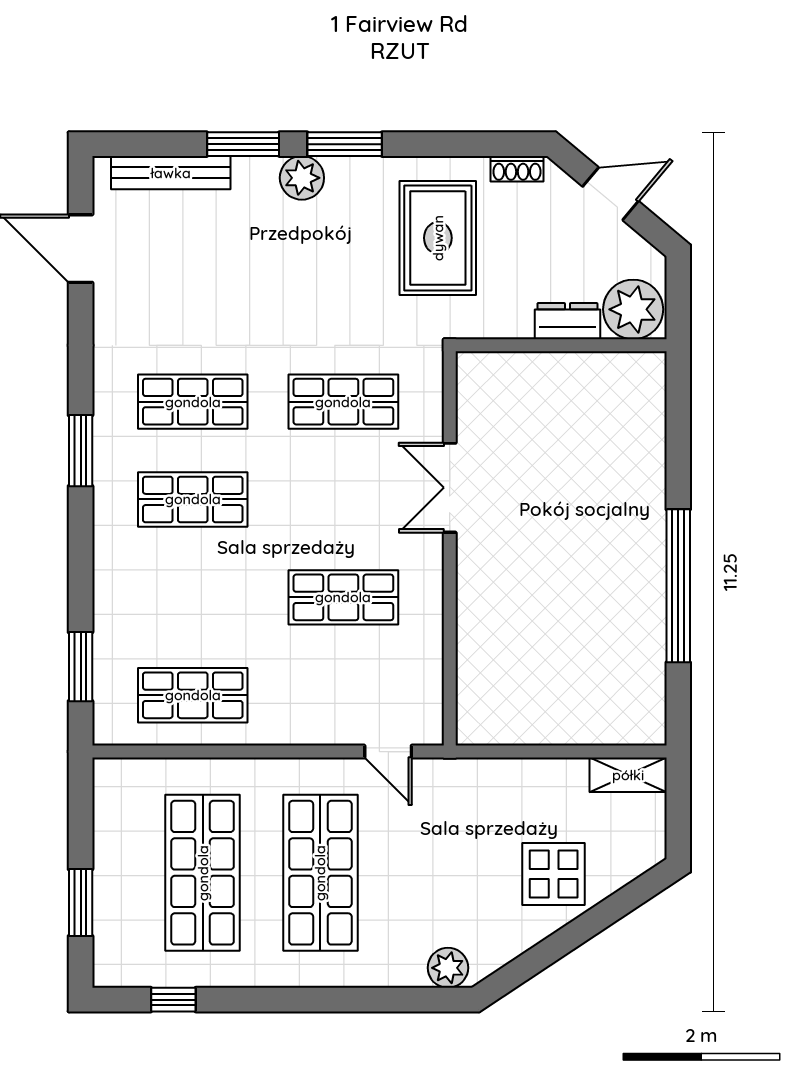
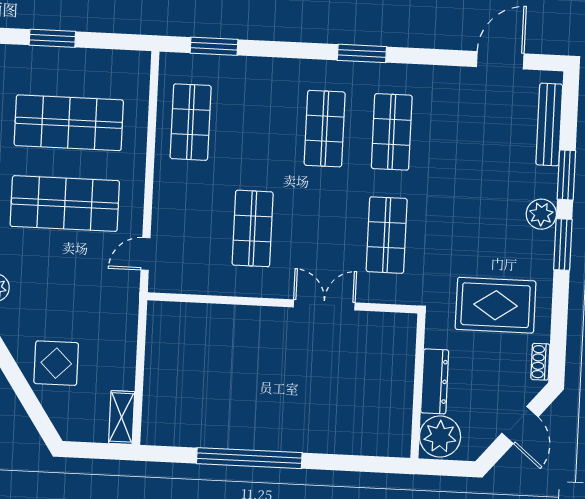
dresser: (567, 321) -> (435, 381), width x1.44

